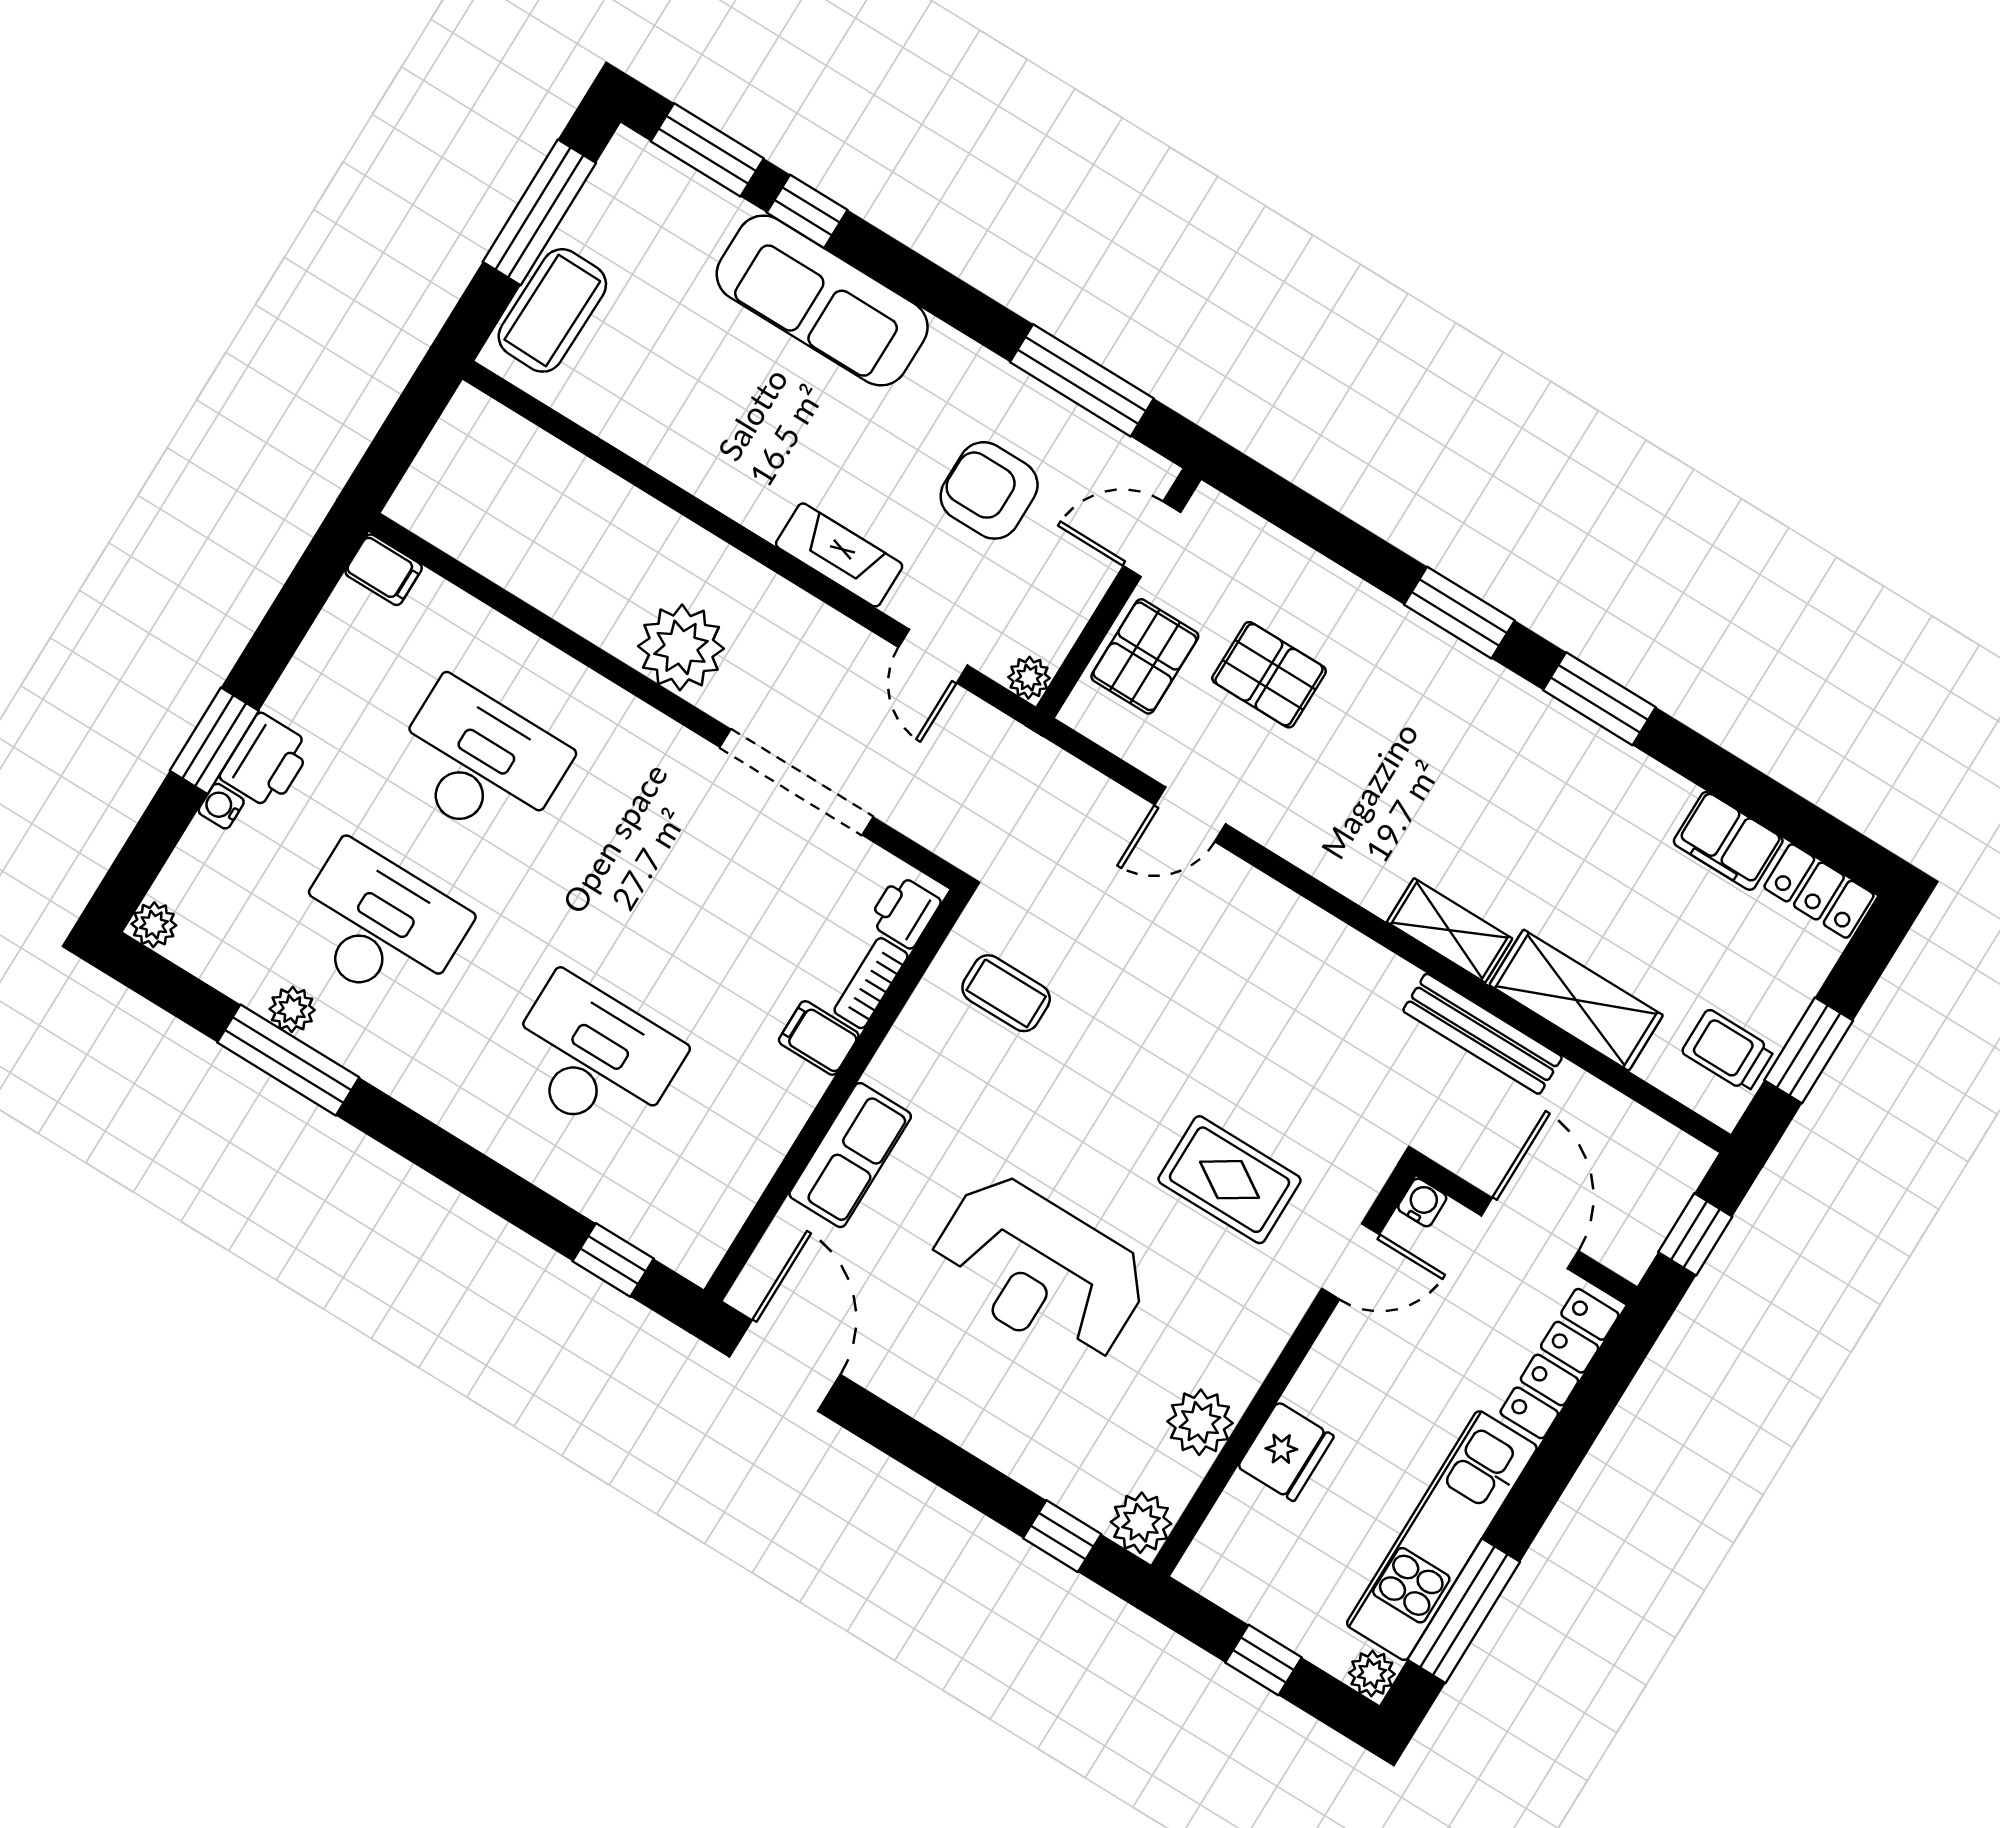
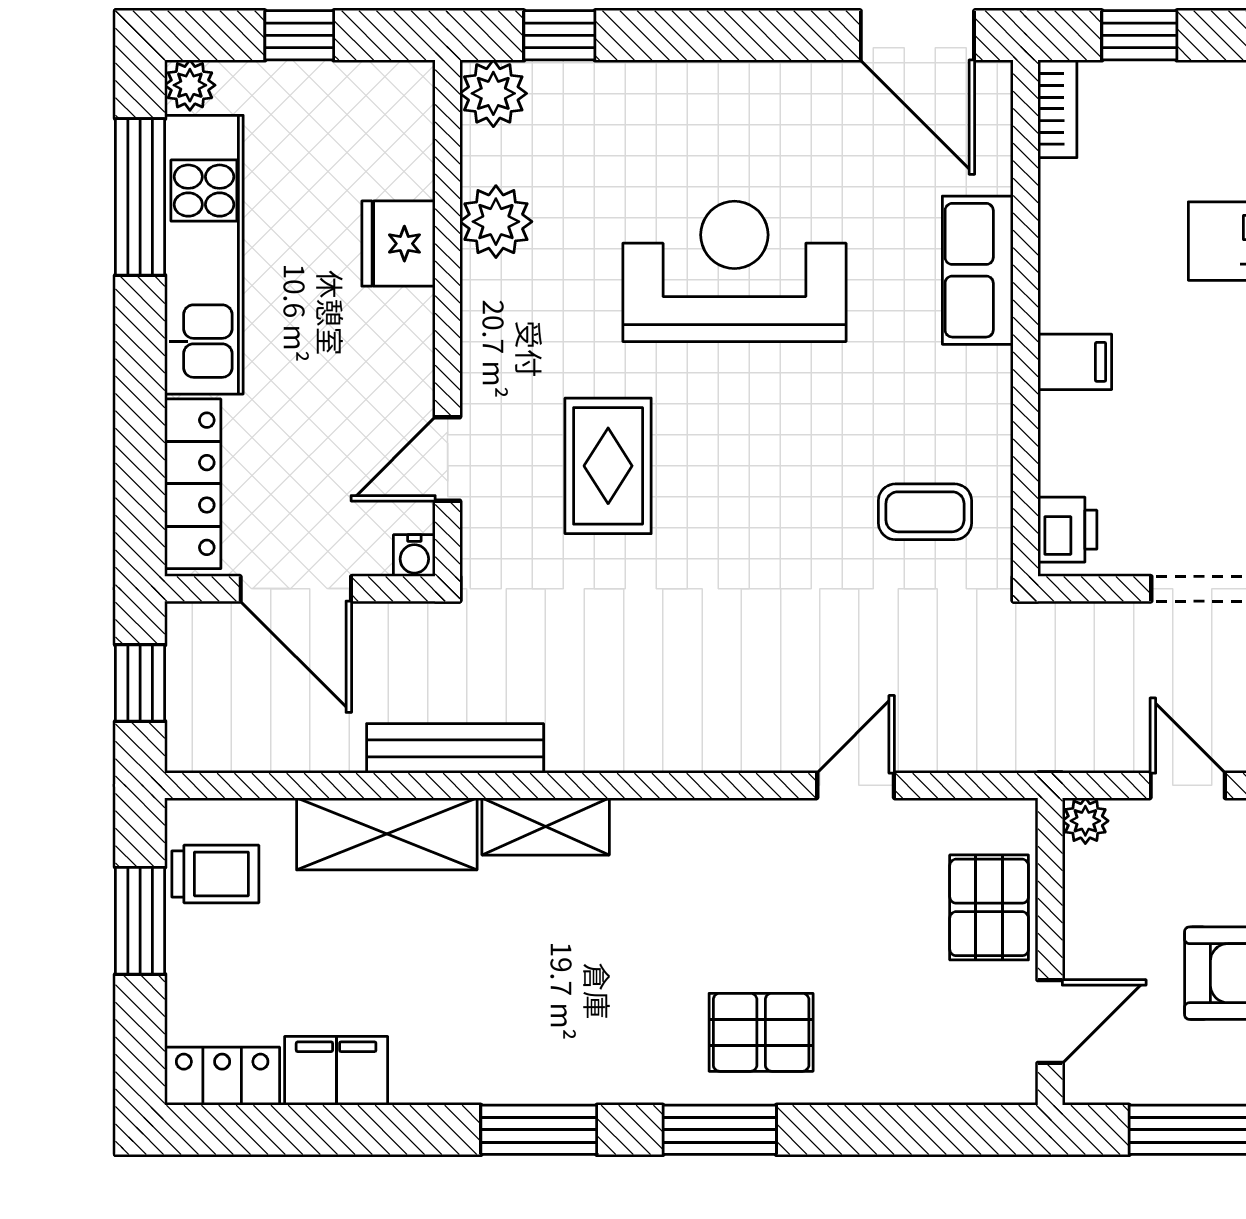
pallet: (1269, 675) -> (761, 1032), moved
bookcase: (871, 983) -> (1057, 109), moved
rug: (1230, 1180) -> (608, 466), turned 90

